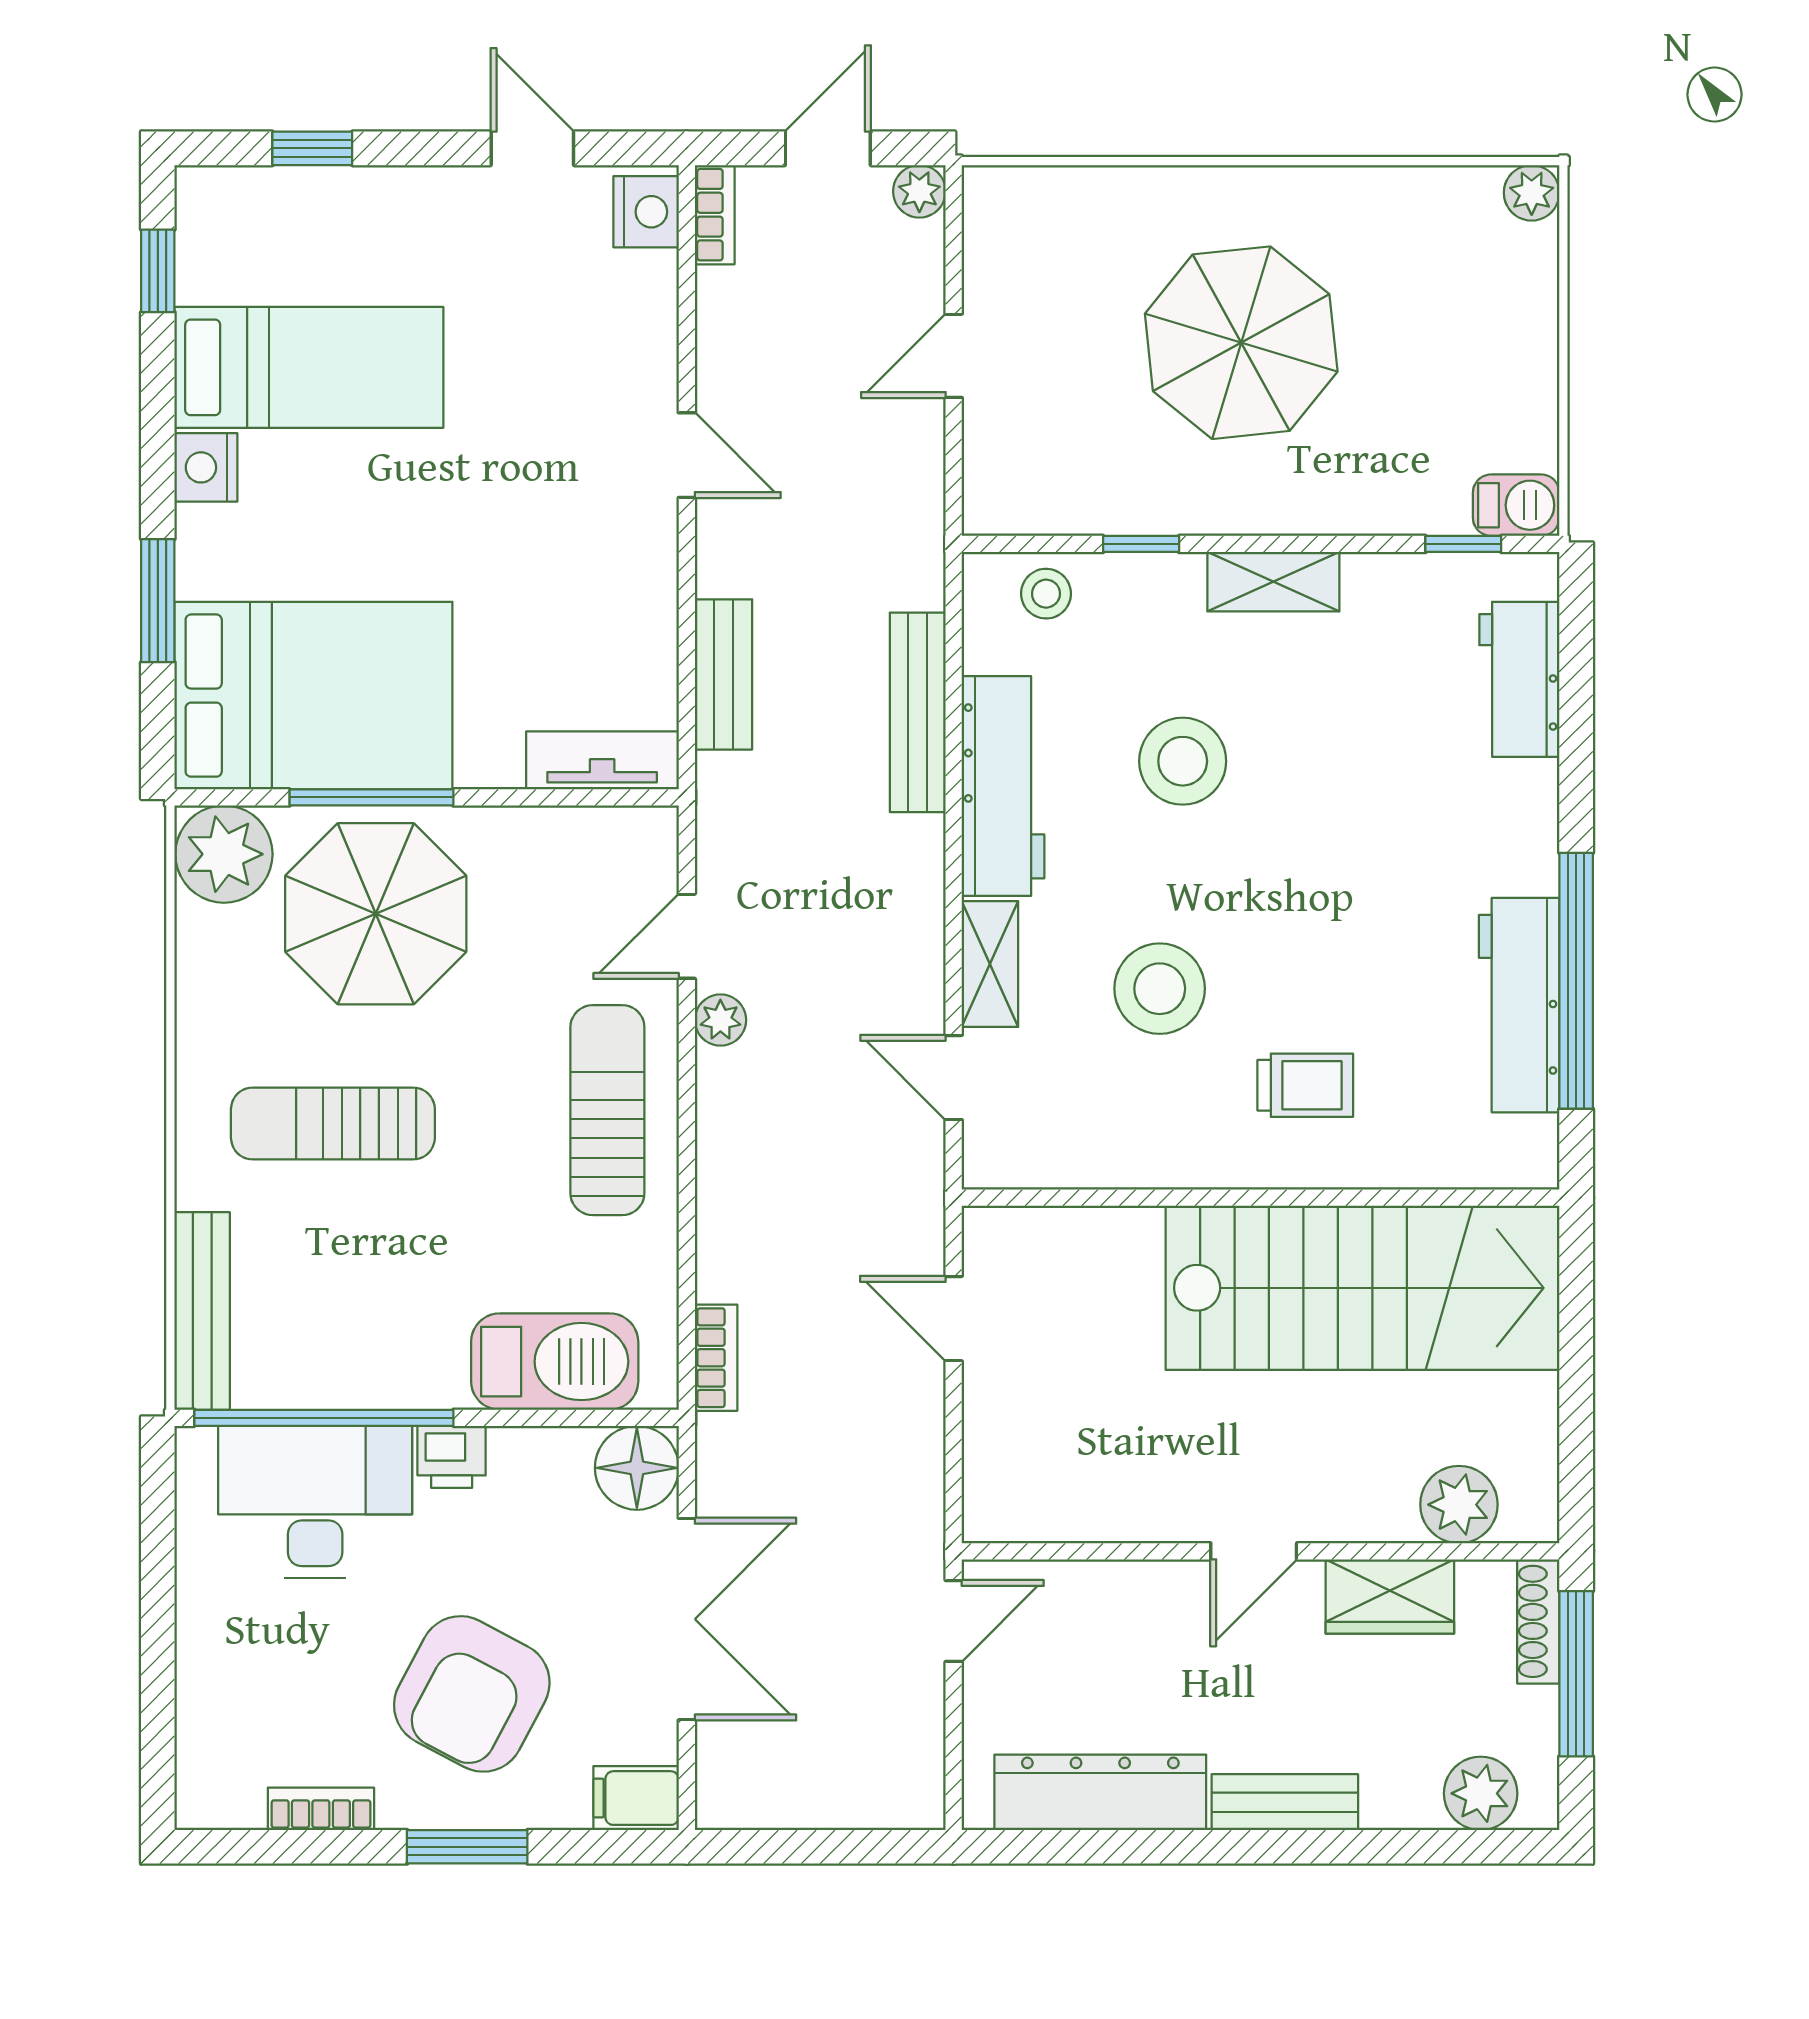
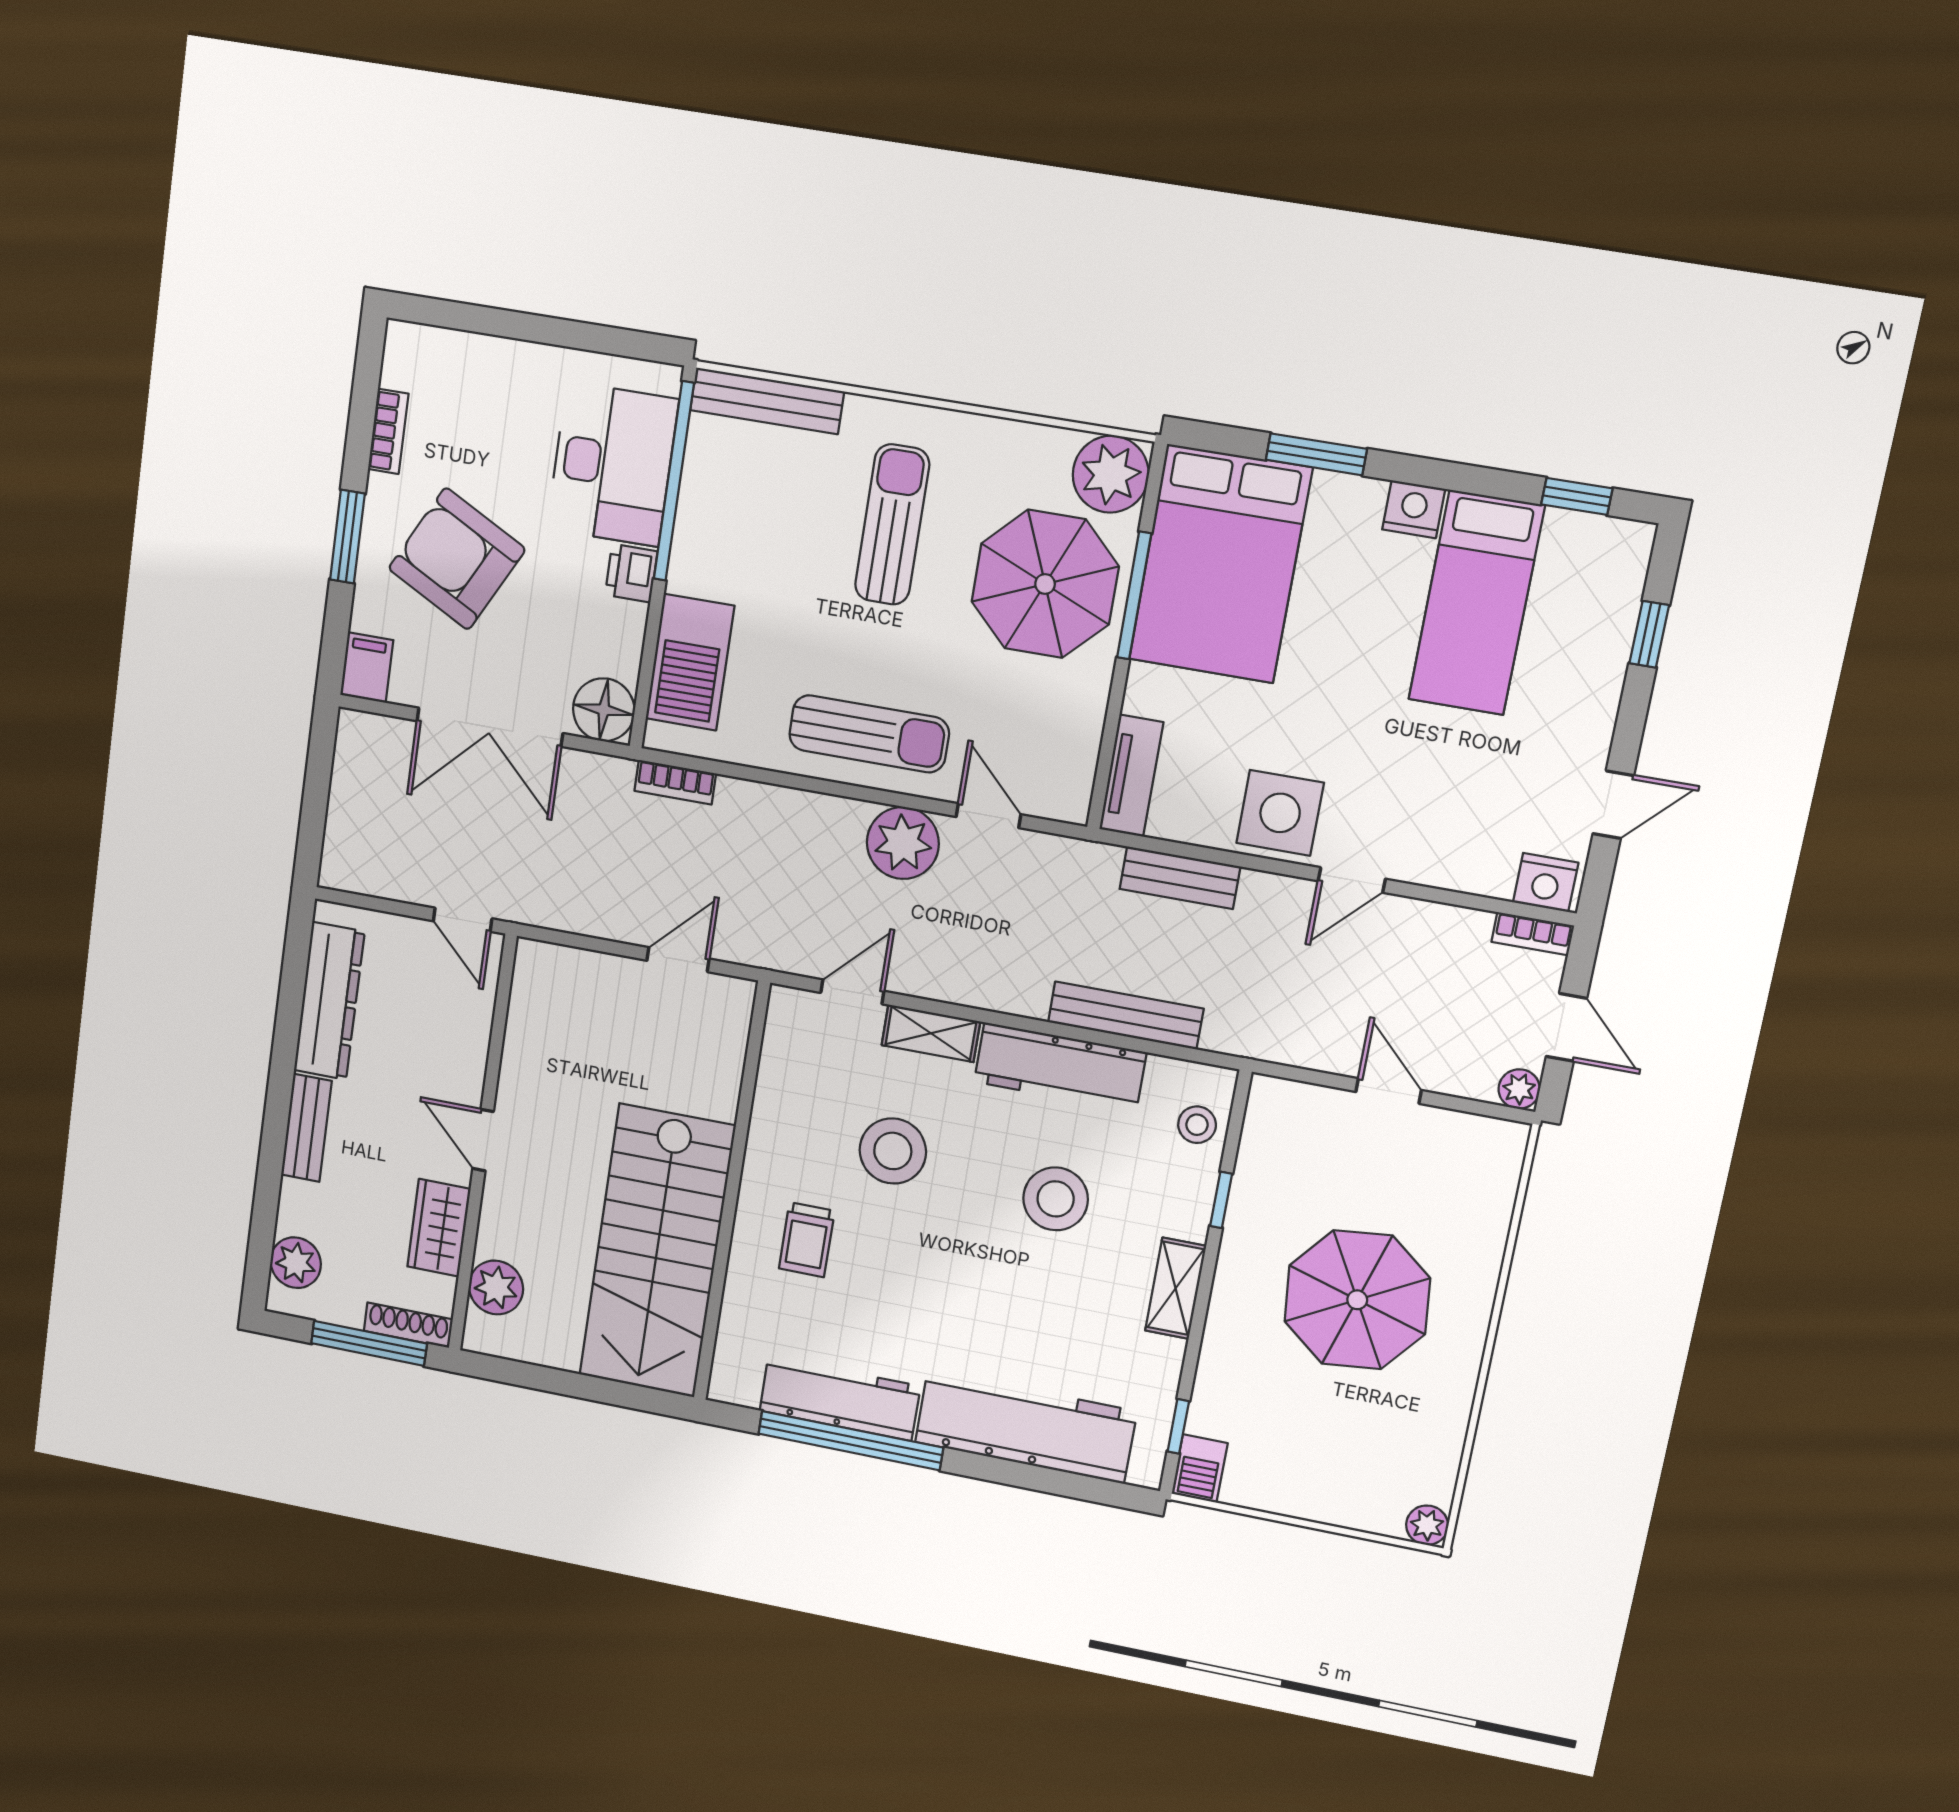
side table: (617, 562) -> (1280, 813), added
workbench: (1519, 679) -> (1026, 1427), width x1.88, depth x1.32
plant: (720, 1020) -> (903, 843), width x1.87, depth x1.87

